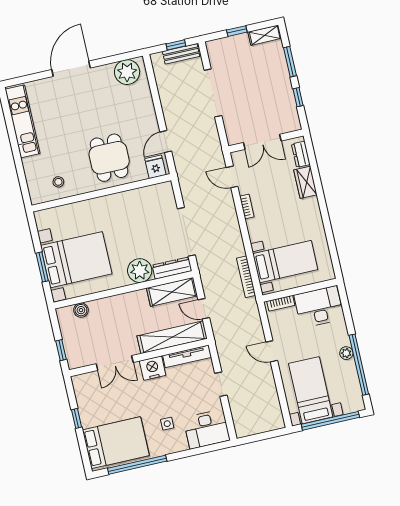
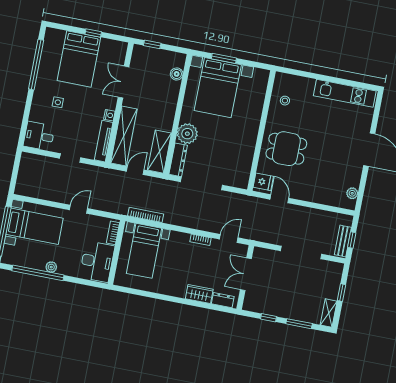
plant: (127, 72) -> (352, 193), width x0.53, depth x0.53
nightstand: (153, 368) -> (109, 115), width x0.53, depth x0.56
desk: (207, 429) -> (39, 136), width x0.73
bed: (116, 443) -> (79, 59), moved

